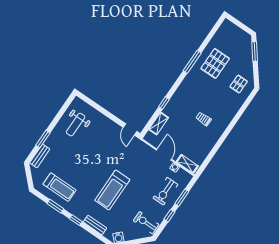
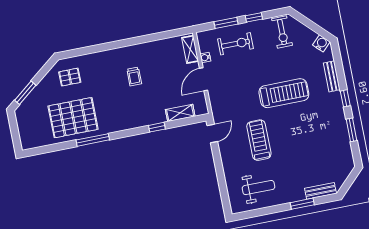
pallet: (215, 63) -> (73, 118), width x1.37, depth x1.41
treadmill: (60, 187) -> (259, 140), moved

